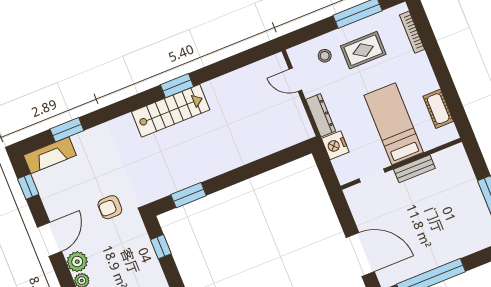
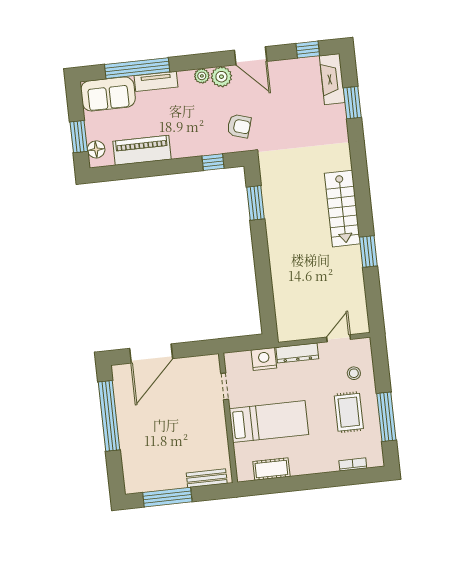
bookcase: (412, 32) -> (353, 464), width x0.64
window: (177, 86) -> (368, 252), moved
bench: (414, 169) -> (207, 478), moved, turned 90
armchair: (110, 207) -> (239, 126), moved, turned 107

